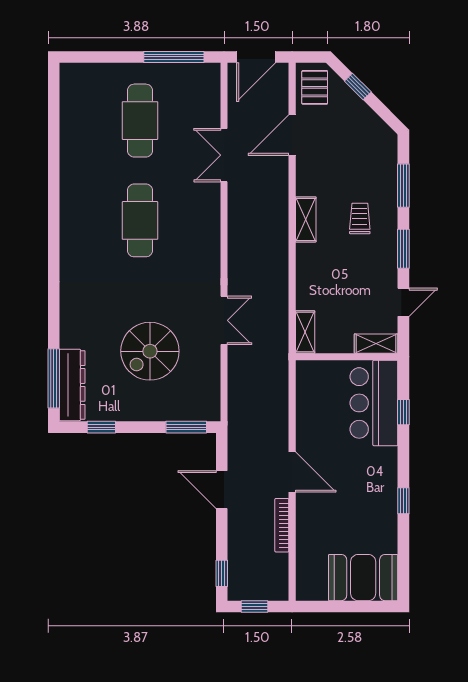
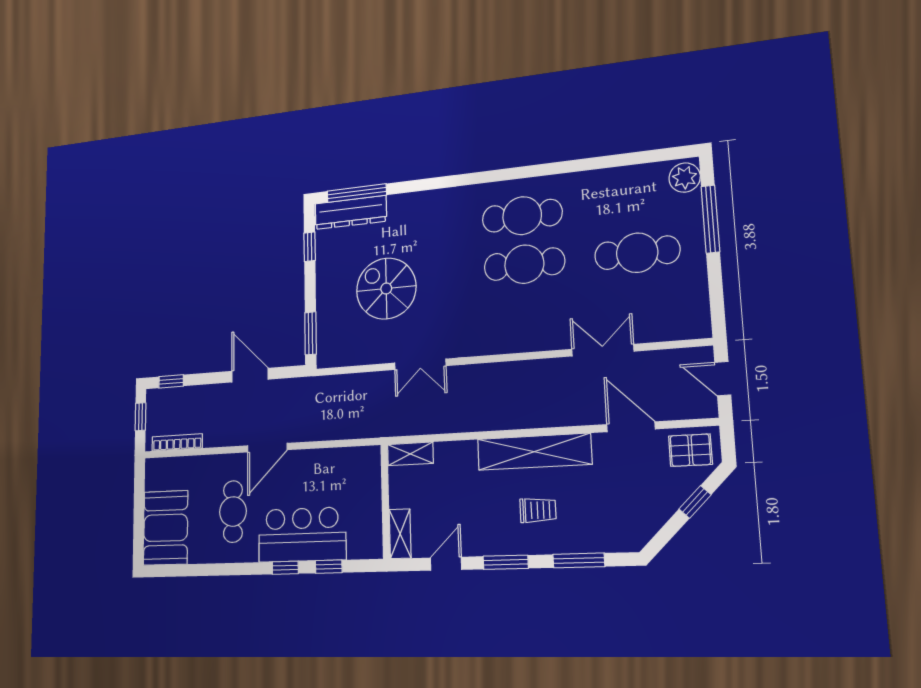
window: (174, 57) -> (710, 219), moved
door: (256, 57) -> (723, 379), width x0.73
plant: (77, 76) -> (685, 178), added
shelving: (306, 219) -> (534, 452), width x2.20, depth x1.33
cafe table: (95, 220) -> (522, 216), added
door: (403, 302) -> (446, 564), swing flipped
bar counter: (374, 403) -> (302, 535), moved
door: (222, 490) -> (250, 375), hinge flipped
window: (403, 501) -> (285, 568), moved
cafe table: (350, 507) -> (233, 512), added
bookcase: (282, 525) -> (177, 442), moved

